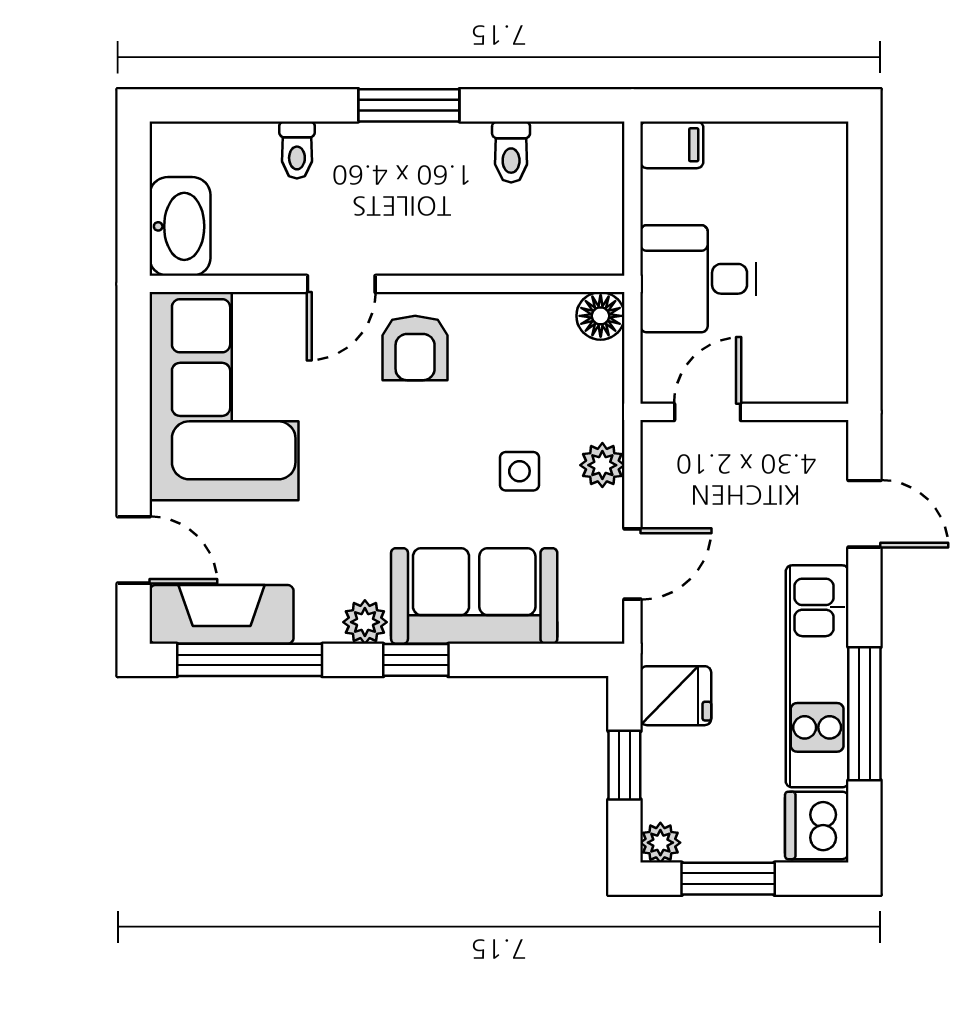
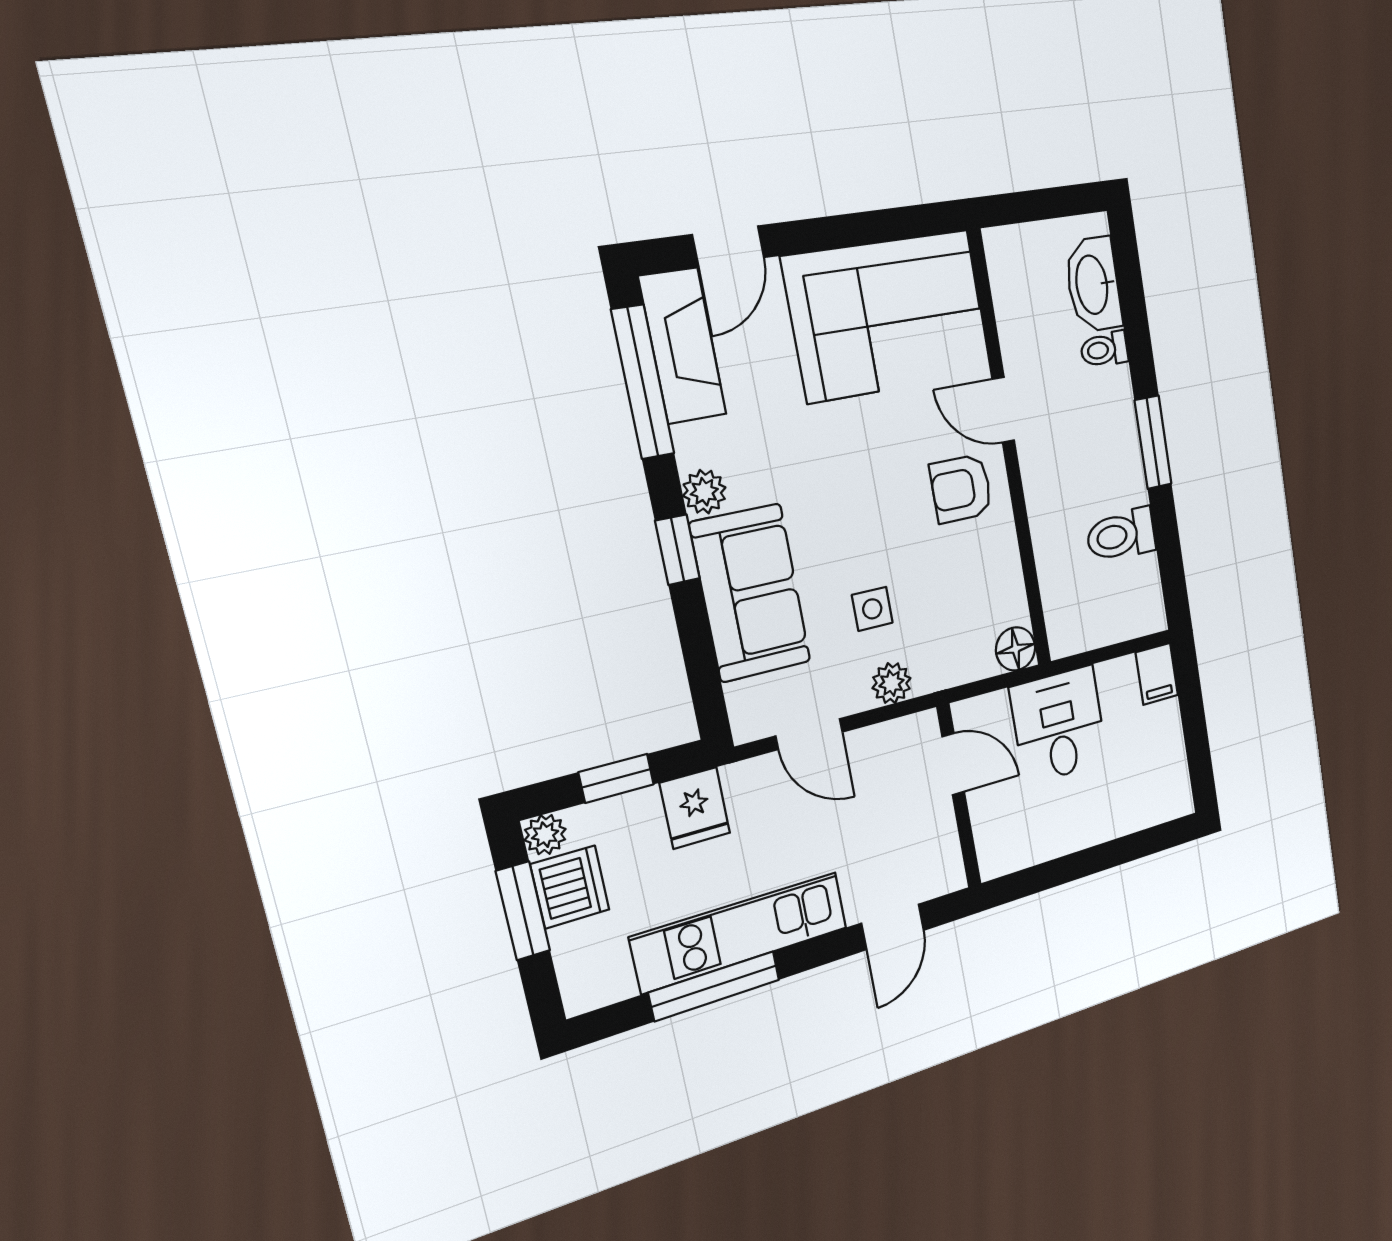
toilet: (511, 152) -> (1121, 535), width x1.37, depth x1.39
washbasin: (180, 226) -> (1093, 285), moved, turned 90
dishwasher: (817, 825) -> (570, 887), moved, turned 90

